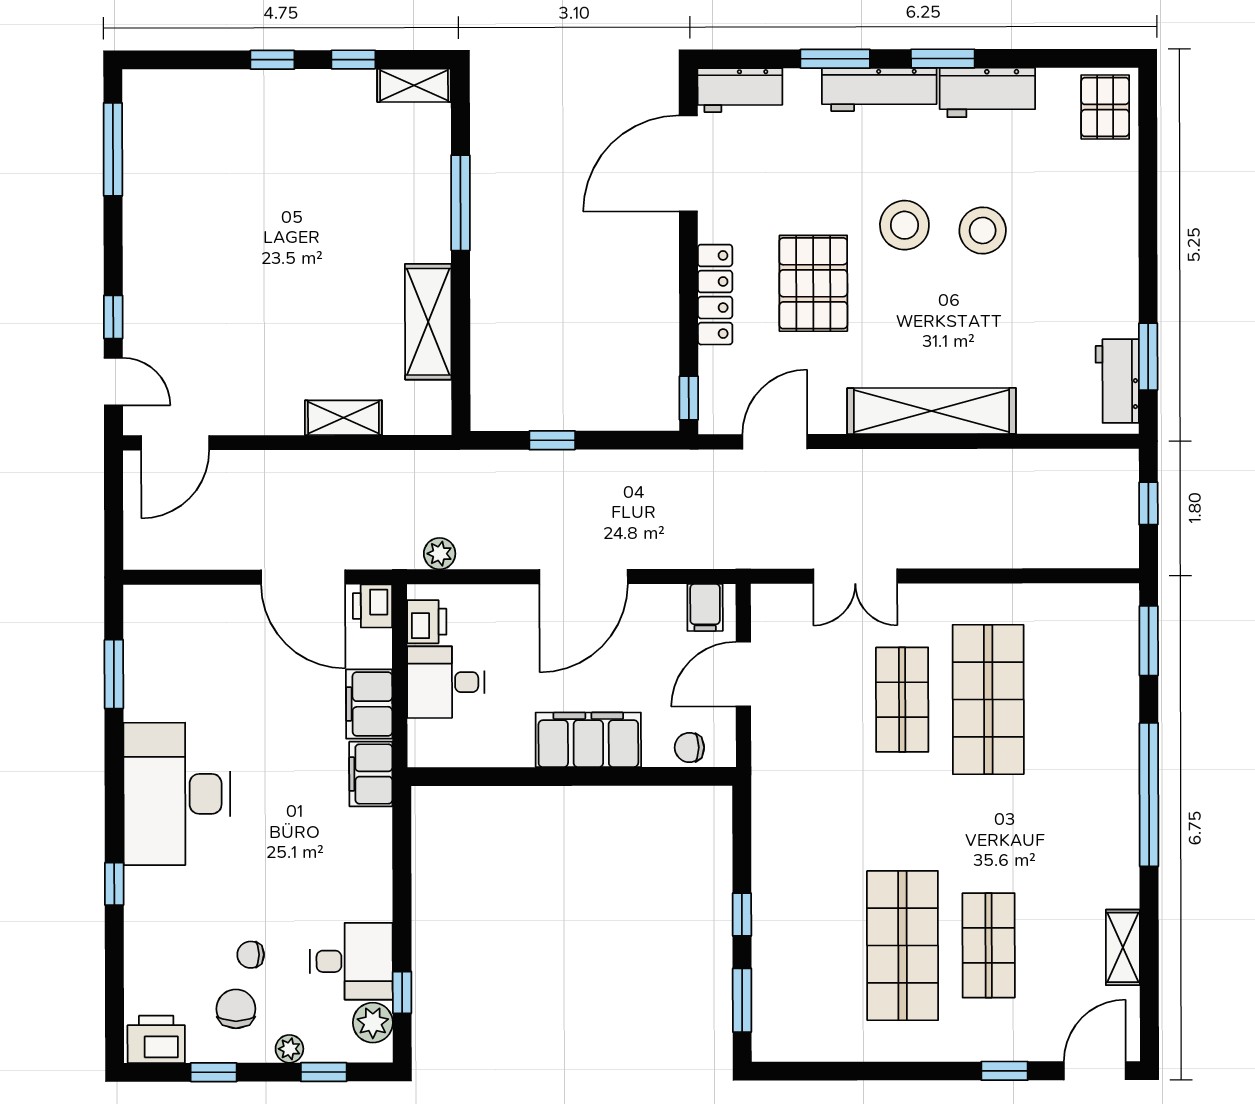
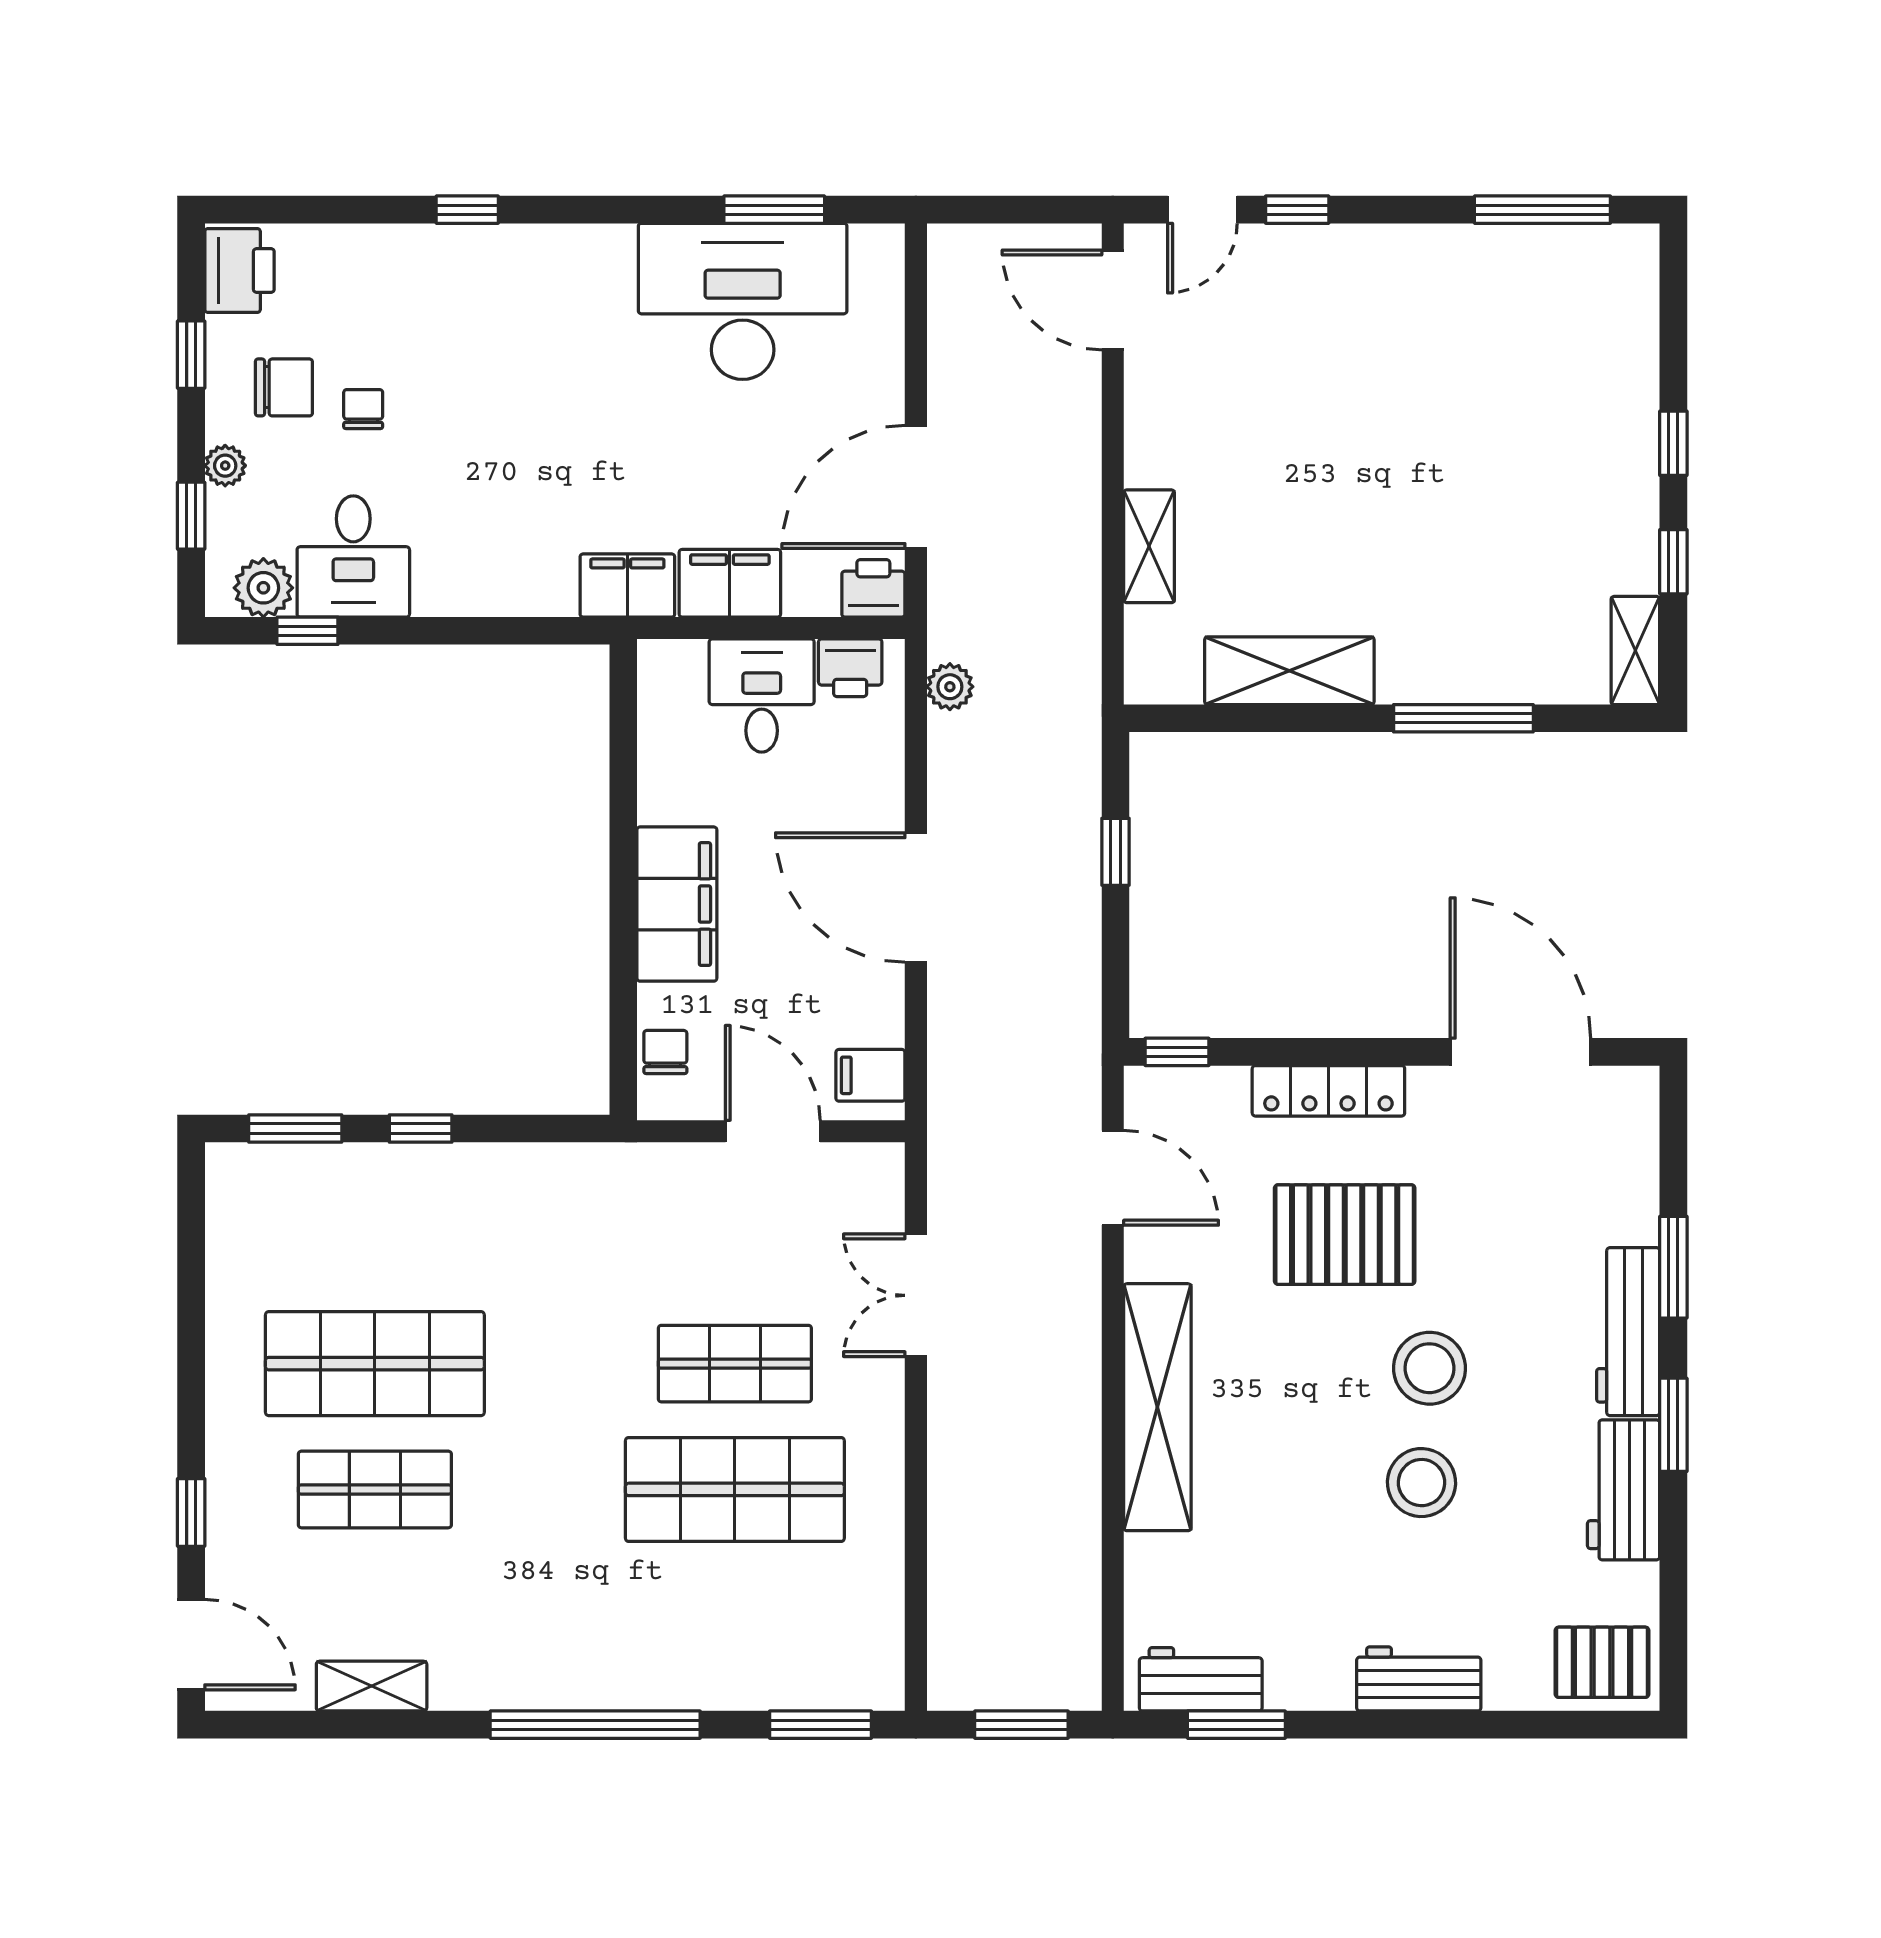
workbench: (740, 90) -> (1419, 1679), moved, turned 90
window: (1148, 503) -> (1021, 1725), width x1.50
desk: (177, 794) -> (743, 301), moved

